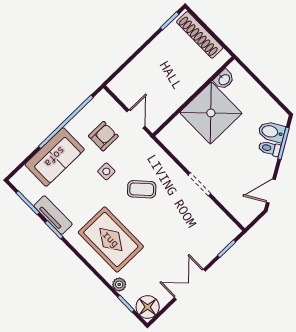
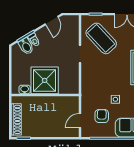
door: (136, 119) -> (80, 121), moved
armchair: (103, 136) -> (102, 116), turned 91
coffee table: (142, 189) -> (101, 38), moved, width x1.86, depth x1.72
door: (271, 191) -> (52, 21), hinge flipped

